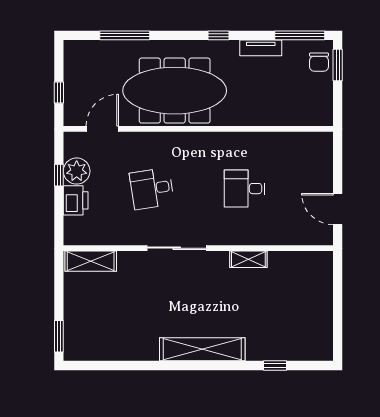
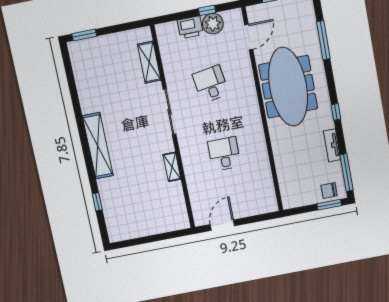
door: (102, 129) -> (249, 37), hinge flipped
shelving: (91, 261) -> (149, 62), moved

